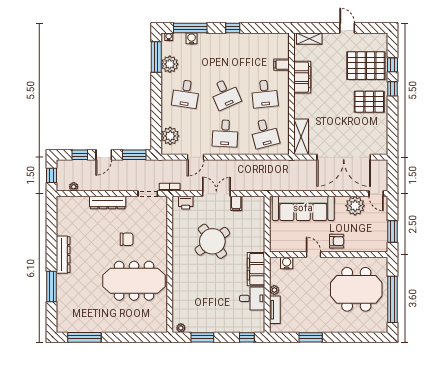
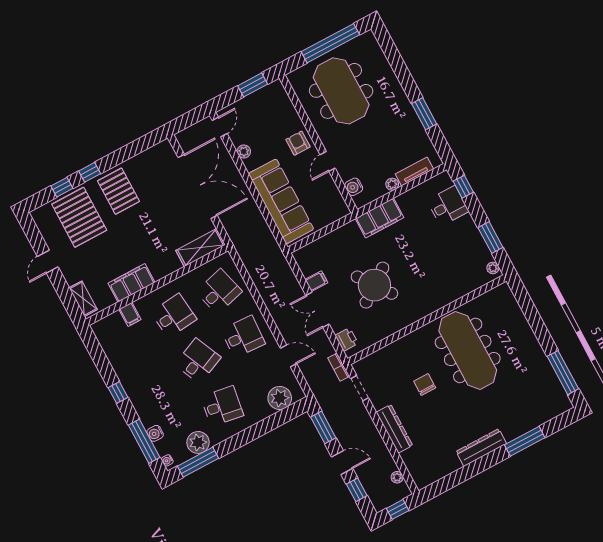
plant: (355, 206) -> (244, 151), width x0.53, depth x0.53
desk: (252, 298) -> (448, 206), moved, turned 90

